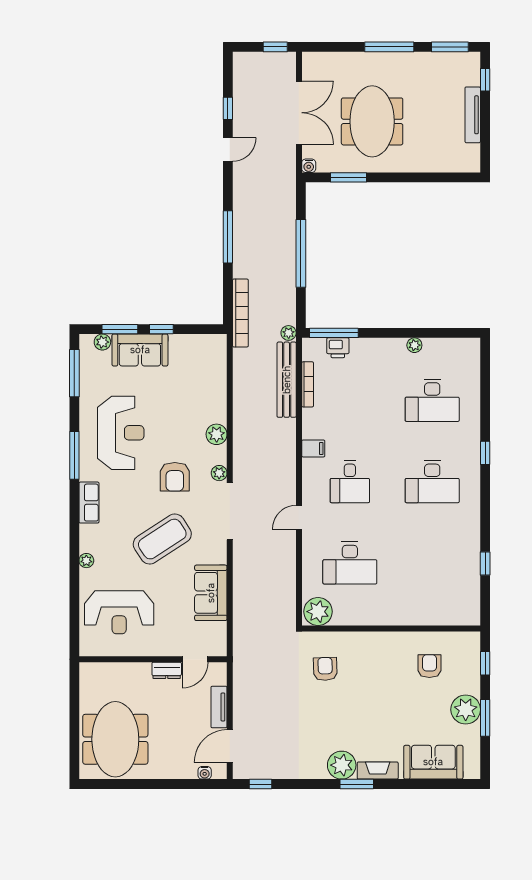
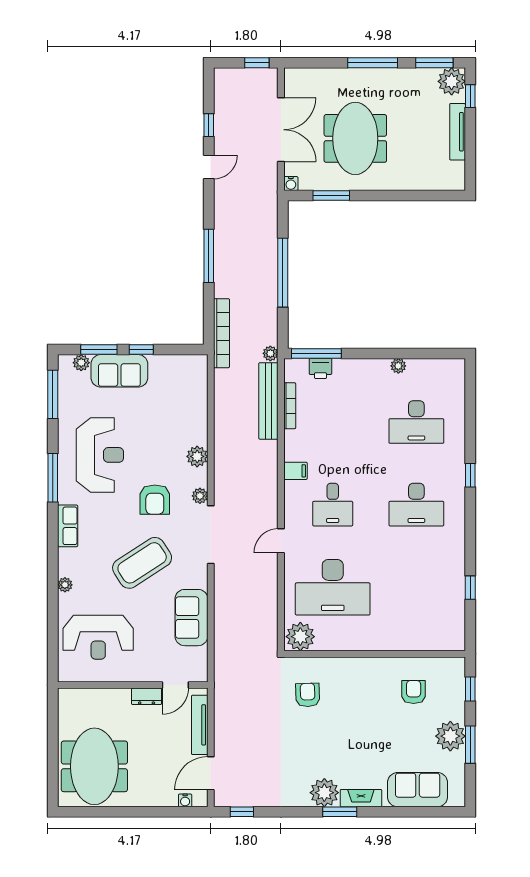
plant: (467, 65) -> (452, 81), added
desk: (350, 563) -> (333, 587), width x1.36, depth x1.30
tv unit: (219, 707) -> (200, 725), width x1.41

